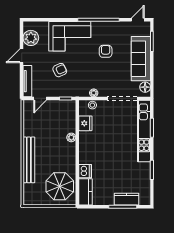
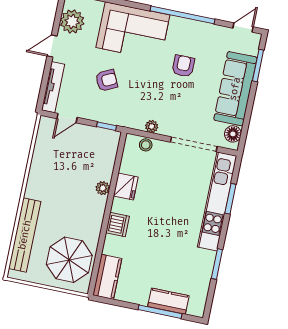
fridge: (85, 123) -> (126, 186), moved
bench: (29, 160) -> (25, 235), moved
dishwasher: (85, 171) -> (118, 225), moved

